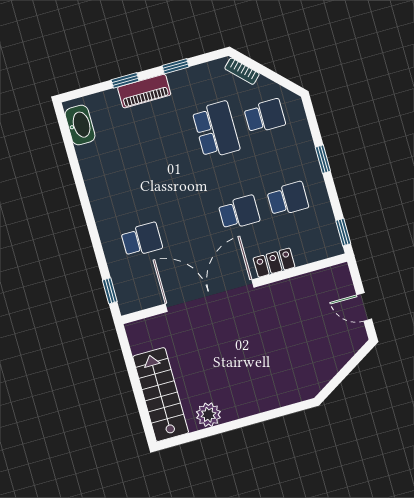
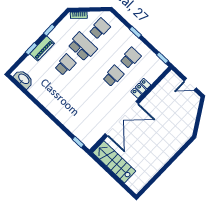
school desk: (142, 240) -> (65, 65), moved
double door: (210, 296) -> (122, 119), swing flipped
stairs: (161, 395) -> (114, 162), moved
plant: (208, 415) -> (151, 170), removed

